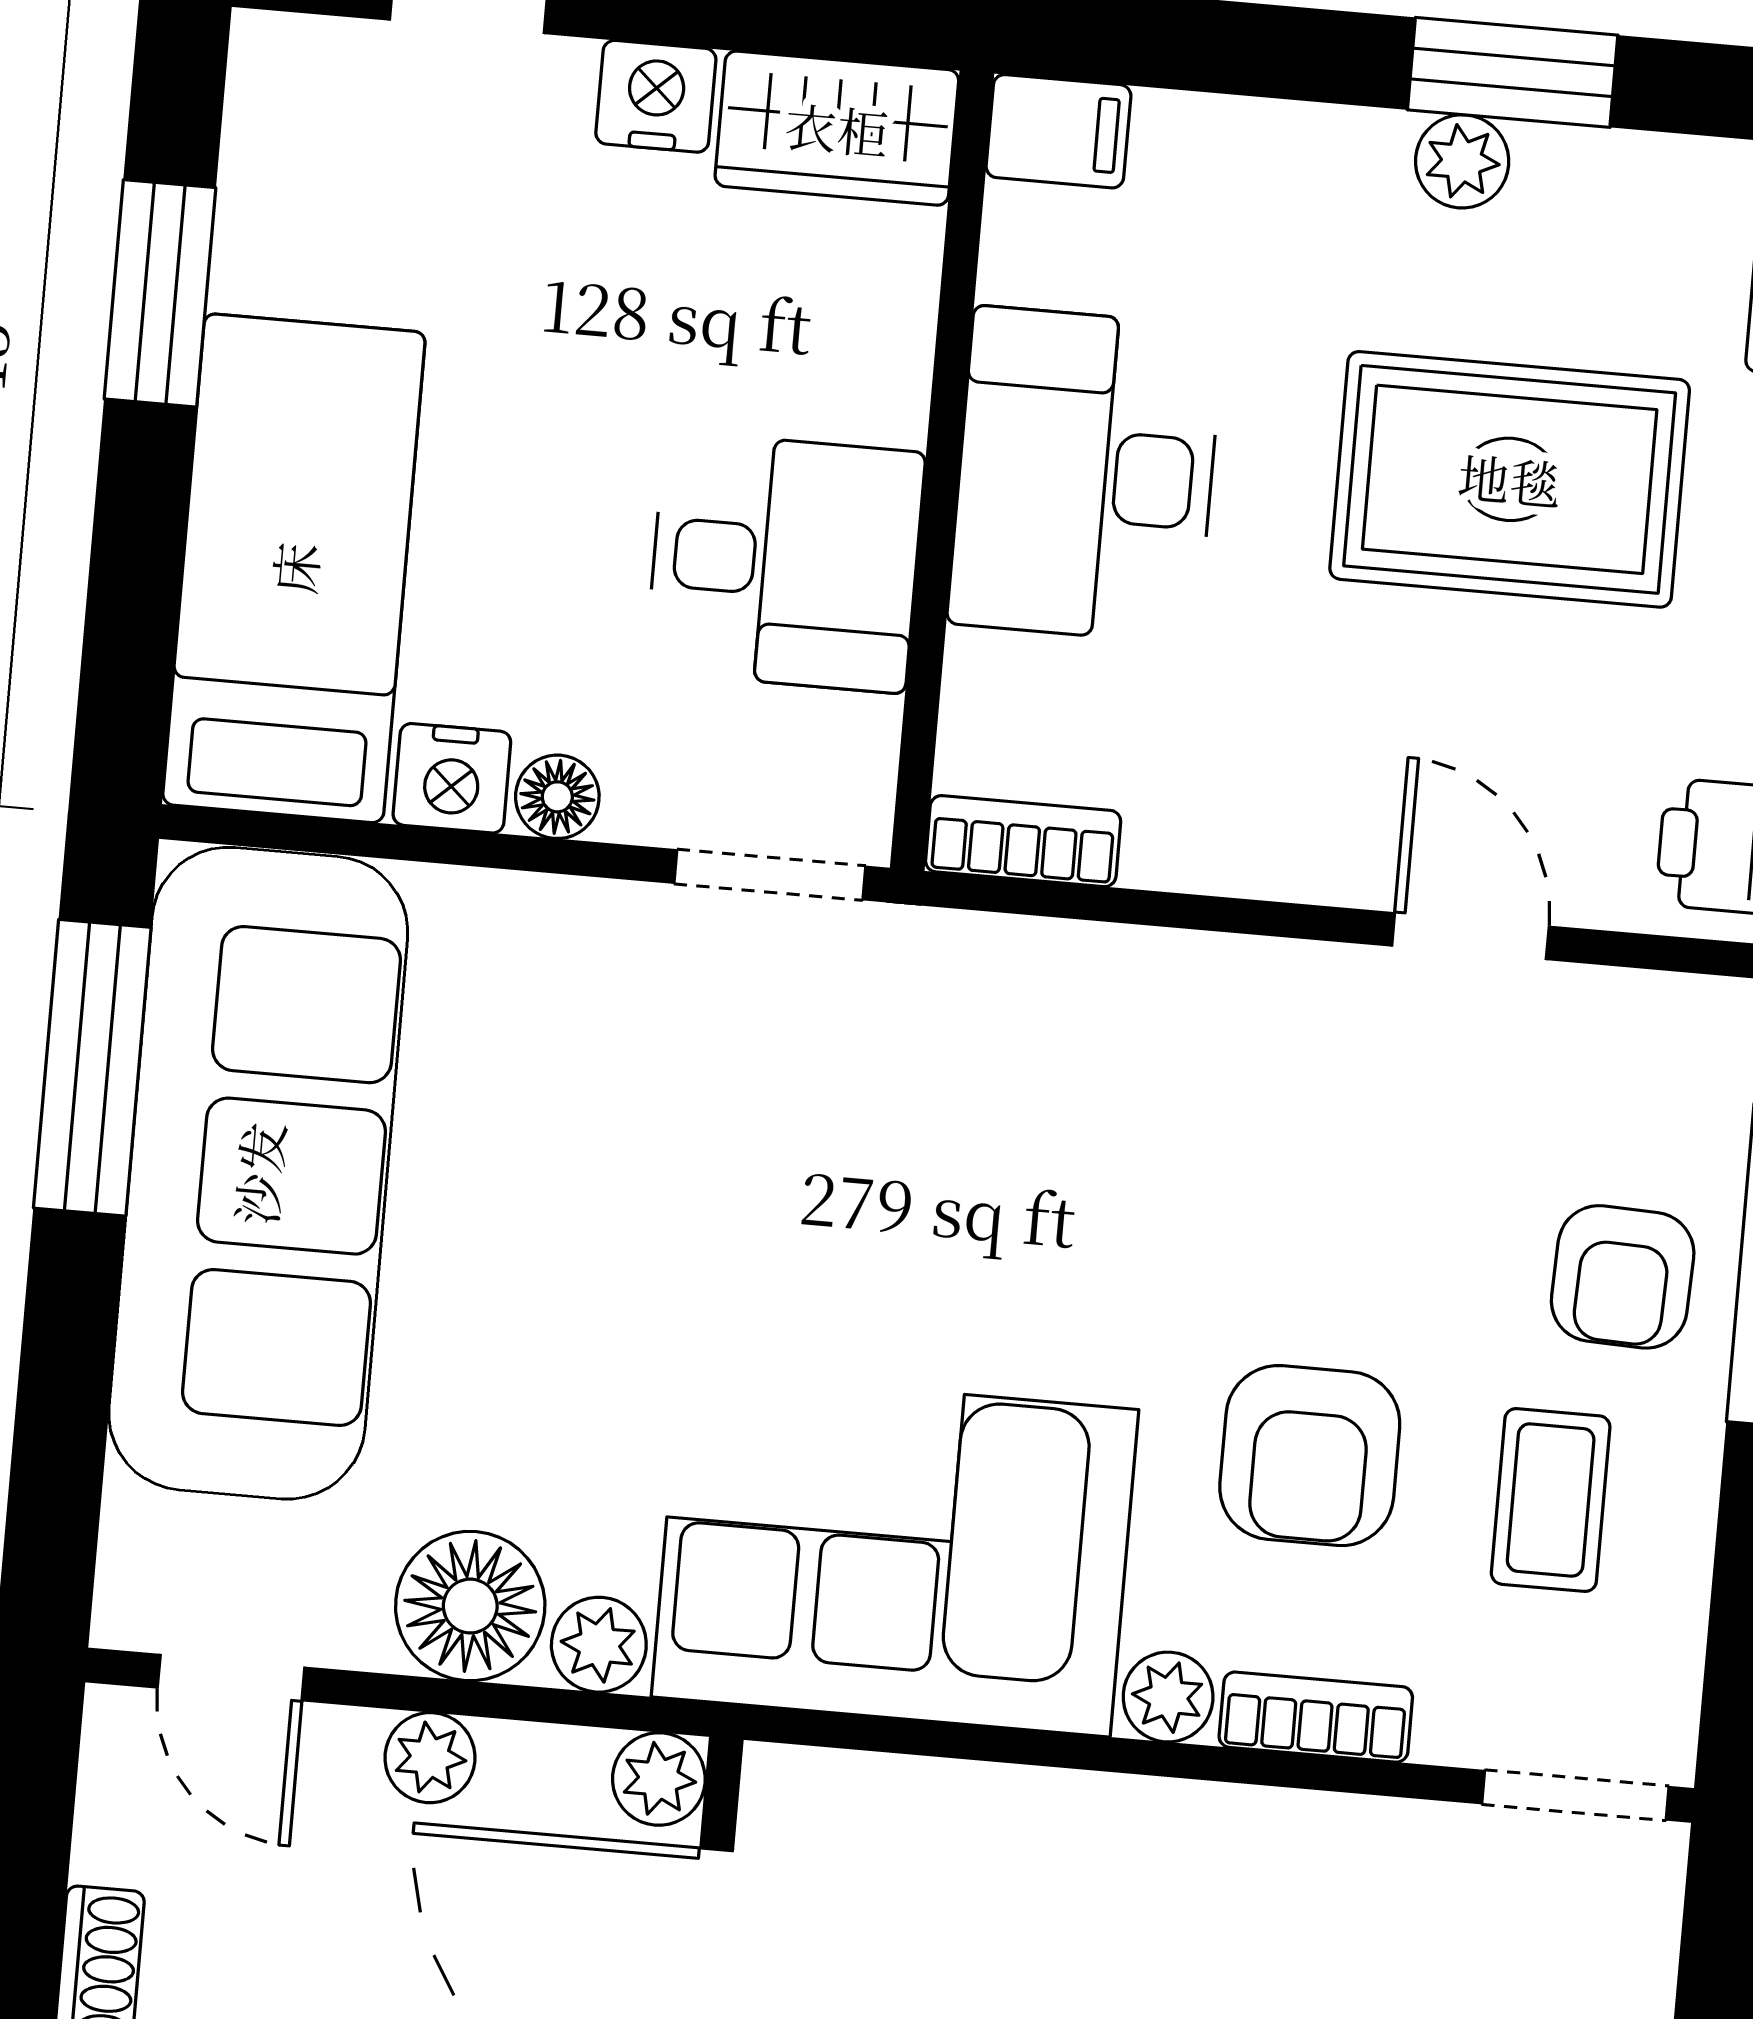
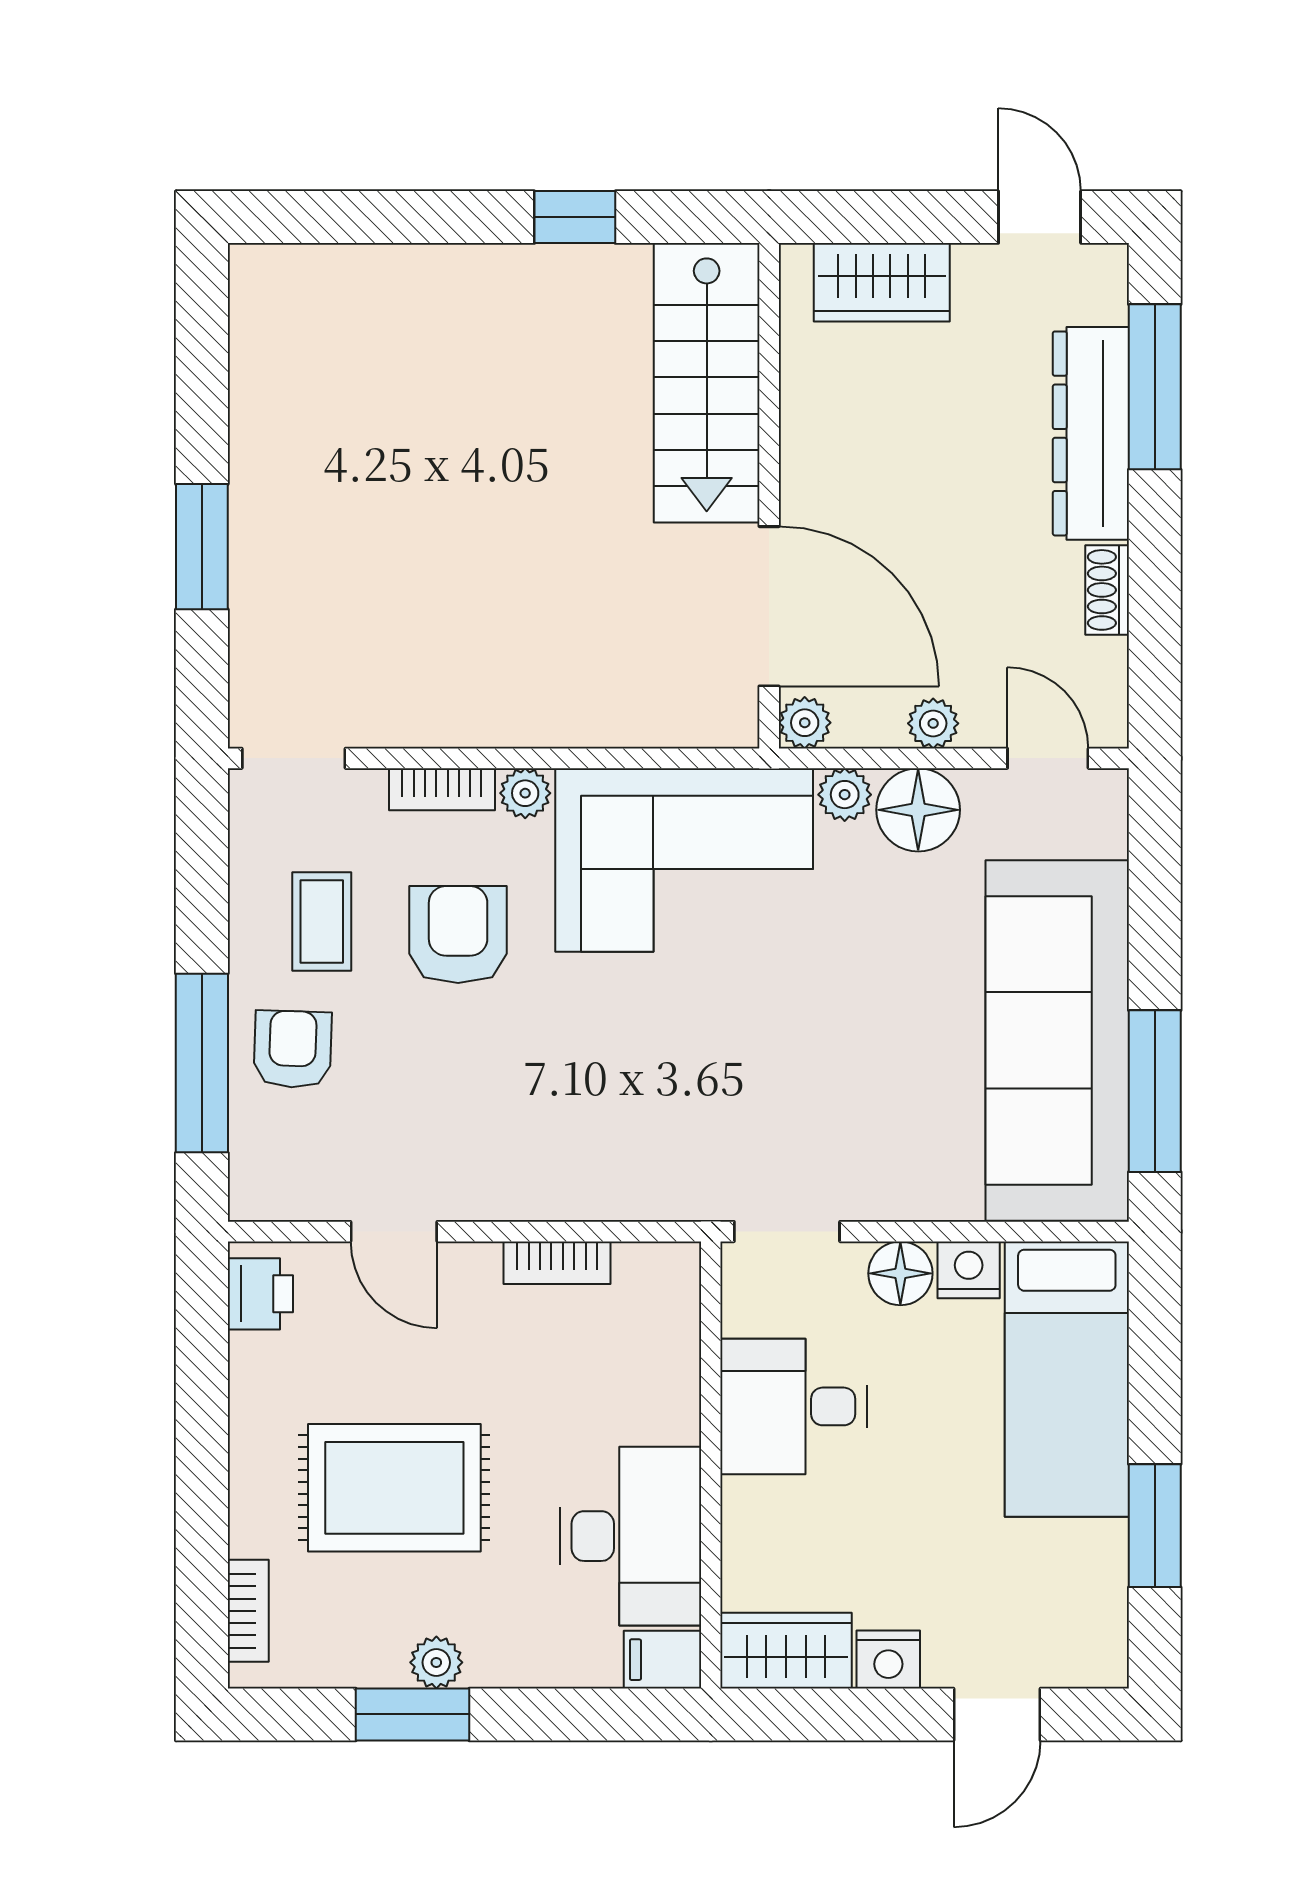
desk: (1085, 475) -> (631, 1536), moved
floor lamp: (557, 797) -> (900, 1273), width x1.37, depth x1.37
bookcase: (1023, 841) -> (557, 1263), moved

